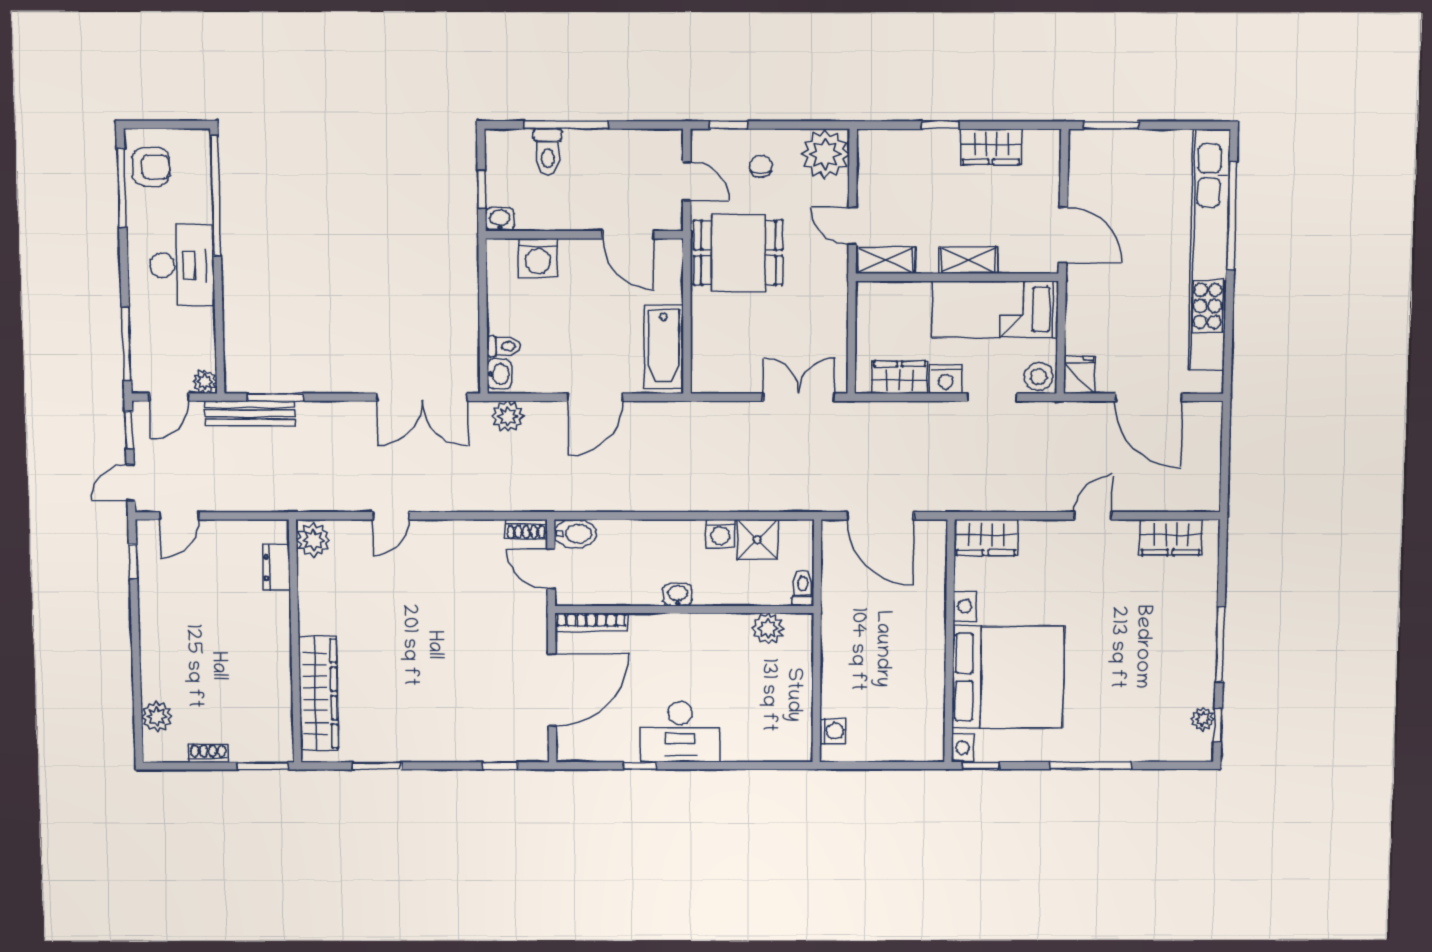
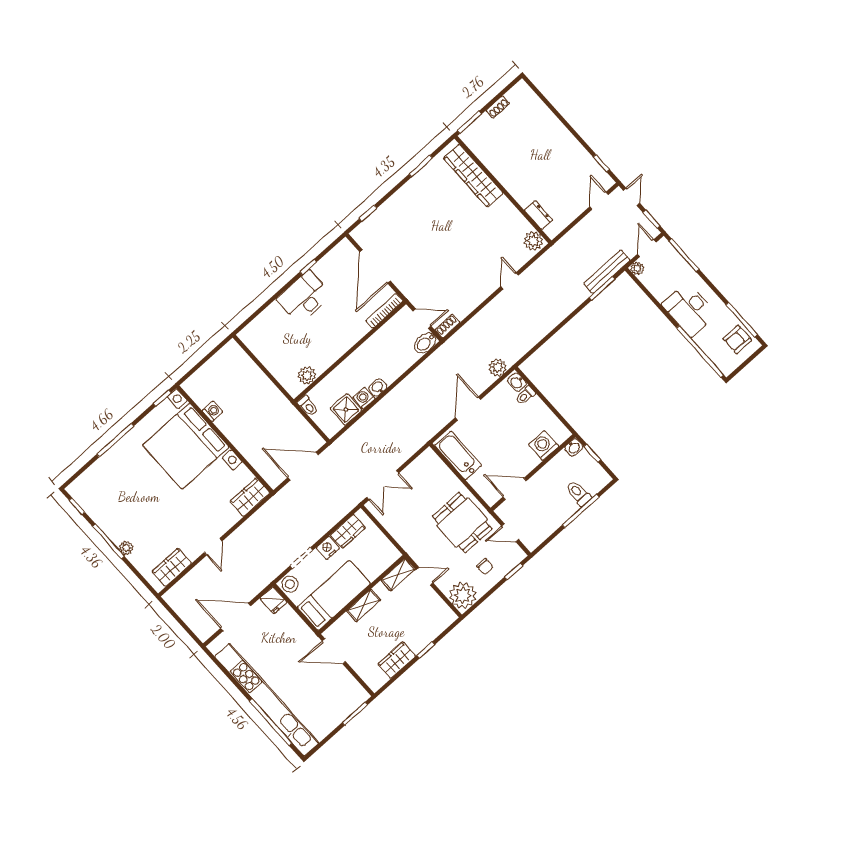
dining table: (738, 253) -> (462, 523), turned 90
double door: (422, 397) -> (541, 343), removed
washbasin: (678, 595) -> (378, 387), moved, turned 180
plant: (157, 717) -> (533, 104), removed
plant: (1203, 719) -> (126, 548), moved
washing machine: (833, 731) -> (213, 411), moved, turned 180

